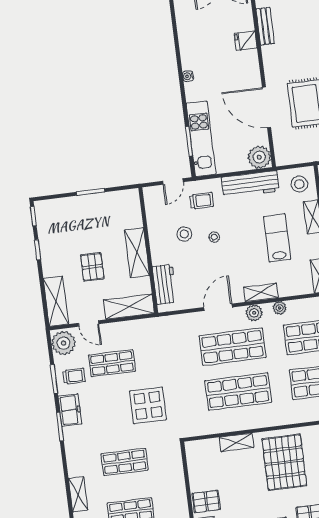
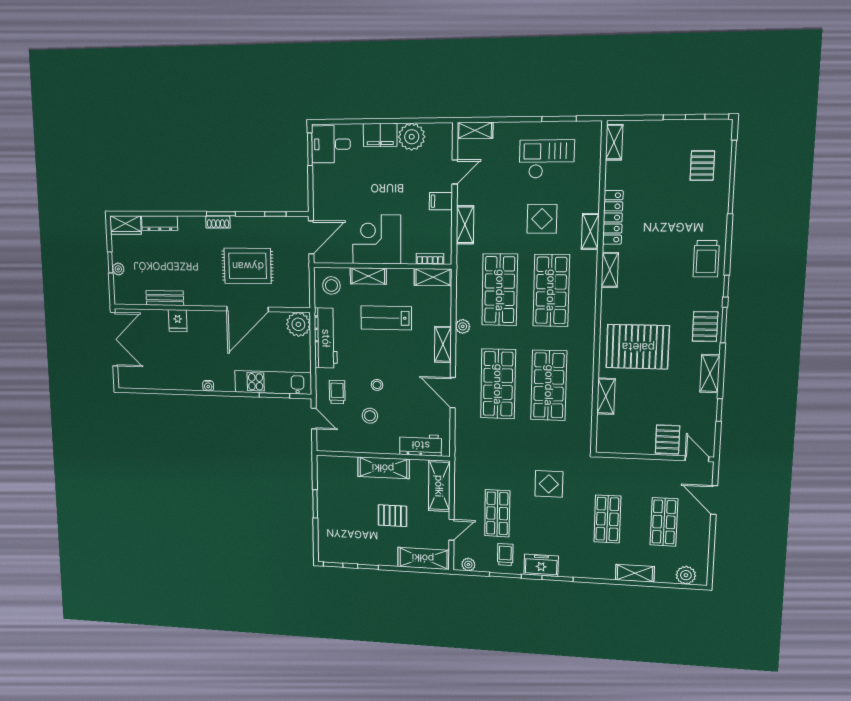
plant: (254, 313) -> (464, 355), removed
plant: (63, 343) -> (468, 565), width x0.53, depth x0.53
display table: (148, 405) -> (549, 484), width x0.73, depth x0.73

